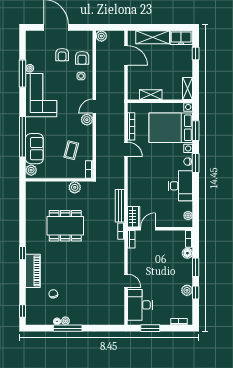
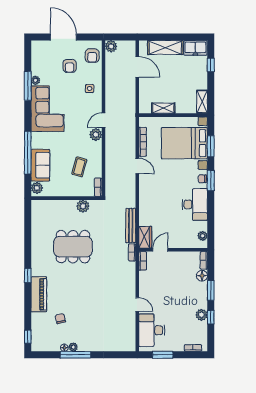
armchair: (82, 58) -> (92, 56), moved

